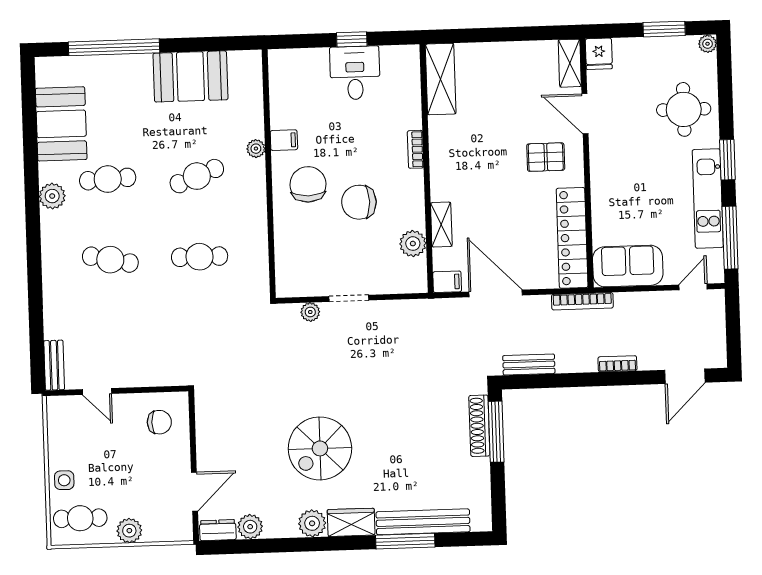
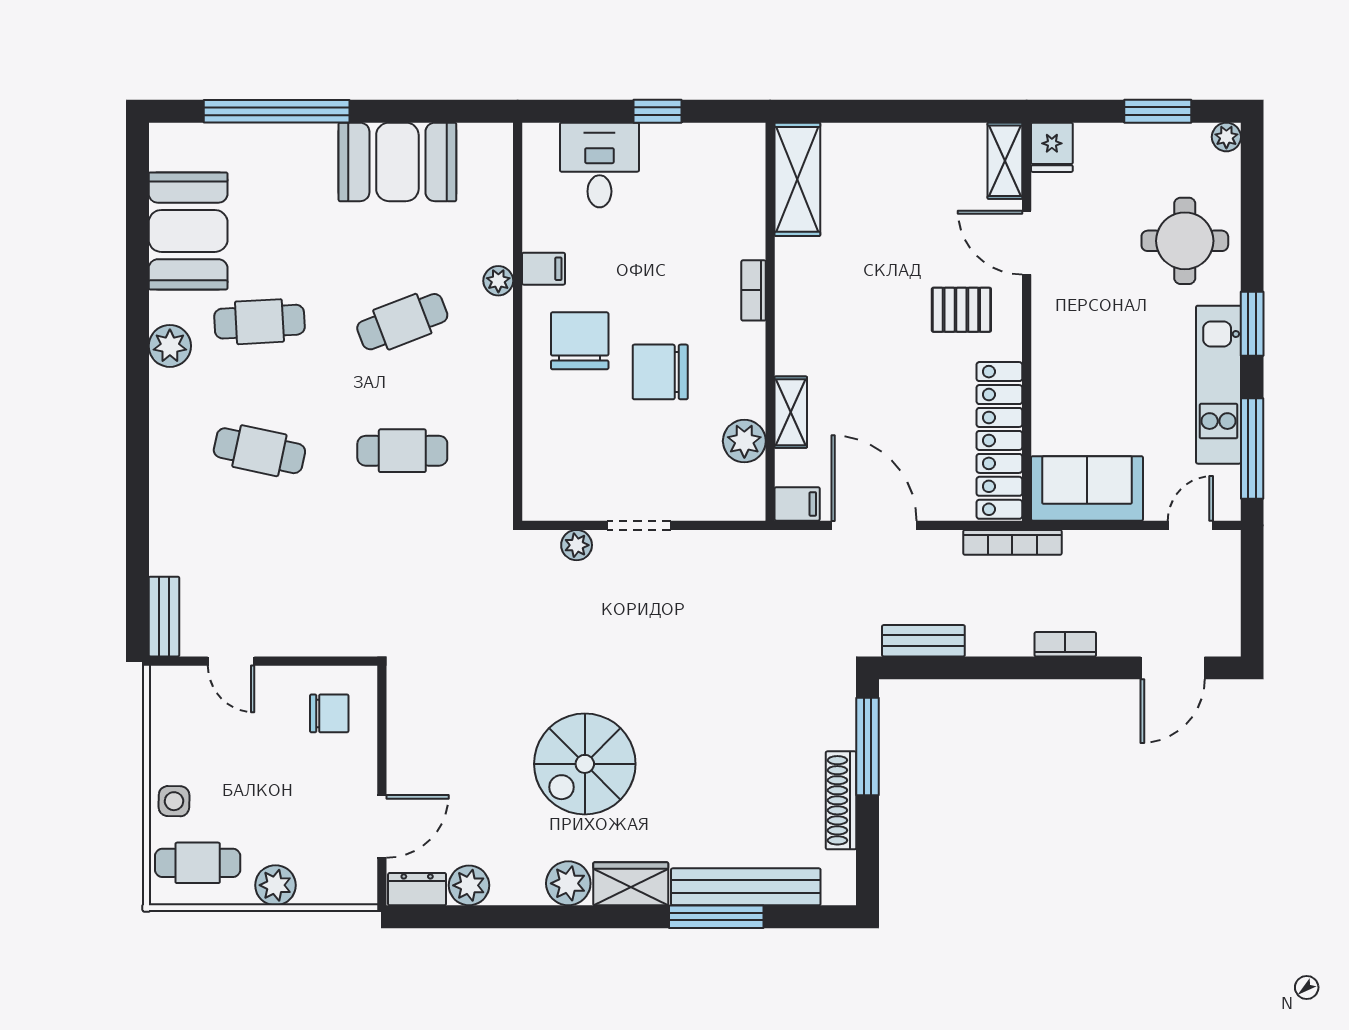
desk: (355, 73) -> (599, 165), moved
shoe rack: (479, 426) -> (841, 800), moved

